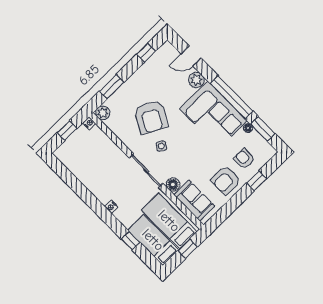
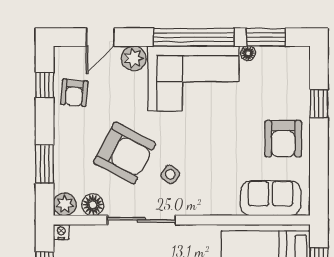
armchair: (244, 159) -> (74, 93), moved, turned -85
sliding door: (146, 171) -> (141, 220), moved
floor lamp: (173, 185) -> (93, 205), moved

